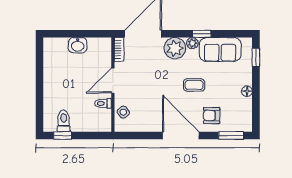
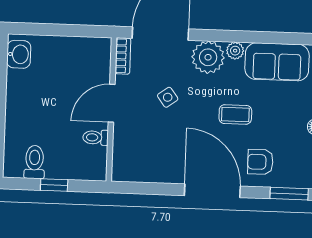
window: (202, 34) -> (250, 37), removed
washbasin: (78, 45) -> (19, 54), moved, turned -90
side table: (123, 112) -> (168, 97), moved
window: (63, 136) -> (54, 185), moved

